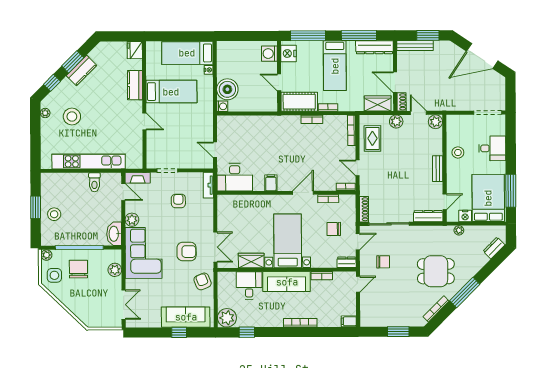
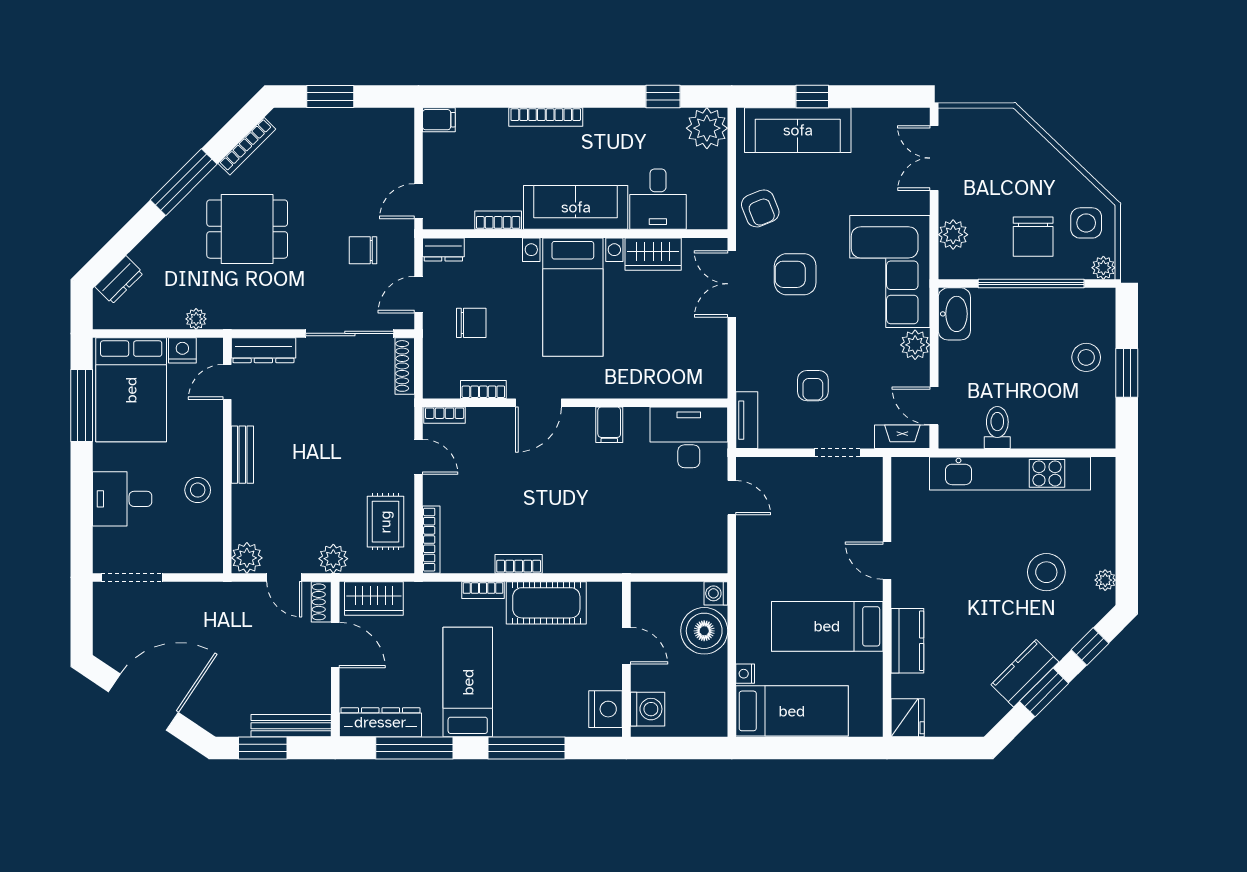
nightstand: (288, 53) -> (606, 709), moved
washing machine: (269, 54) -> (648, 709), moved
wall: (279, 76) -> (626, 659), moved
door: (279, 82) -> (626, 646), moved

